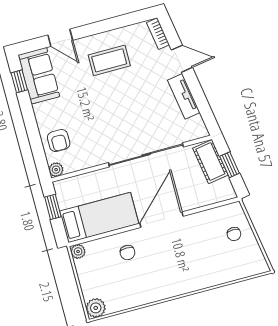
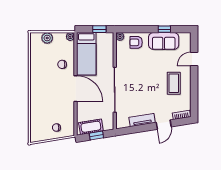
sofa: (39, 76) -> (164, 41), moved
window: (19, 81) -> (164, 29), moved
cot: (210, 162) -> (91, 127), moved
plant: (96, 308) -> (47, 38), moved

